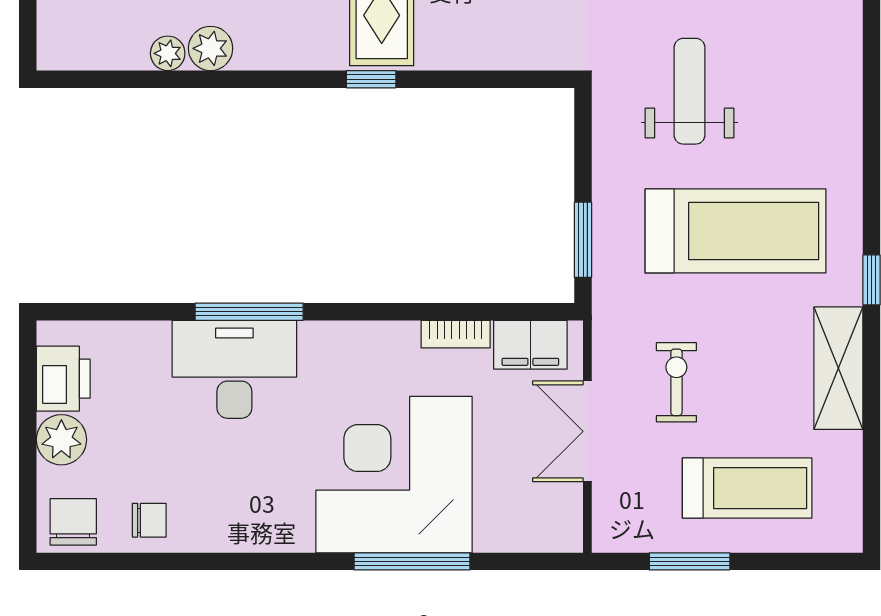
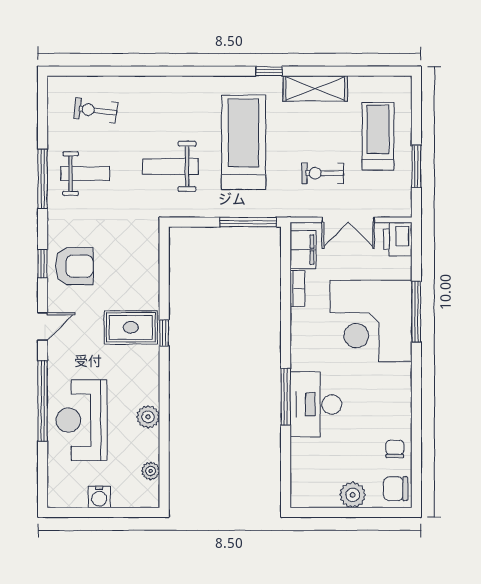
plant: (168, 53) -> (151, 471), moved
window: (583, 240) -> (248, 222), width x1.44
printer: (63, 379) -> (398, 239), moved, turned -90

